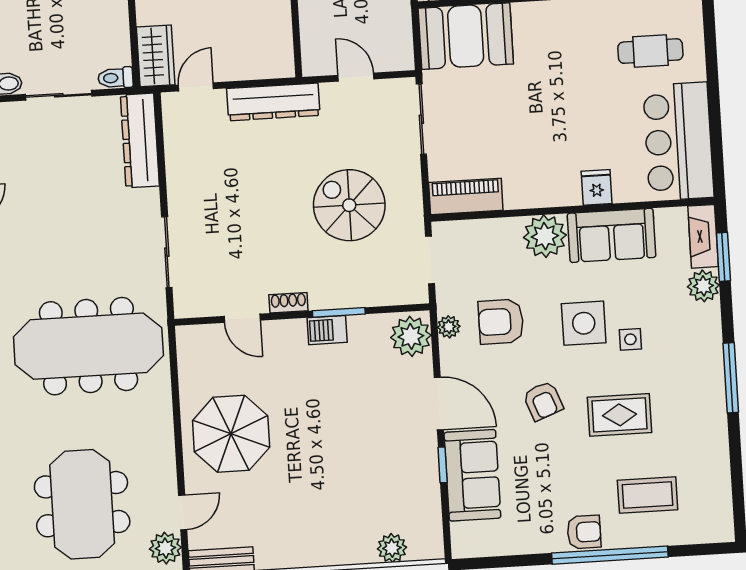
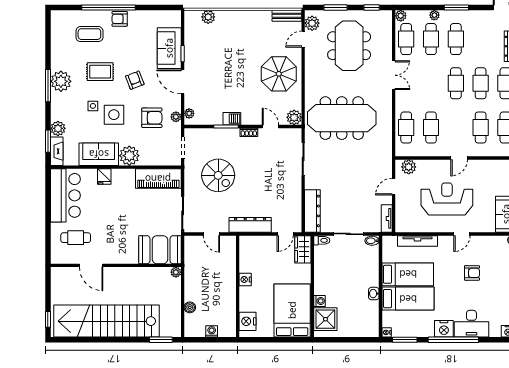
piano: (466, 196) -> (158, 179), width x1.37, depth x1.33
plant: (411, 336) -> (189, 113), width x0.53, depth x0.53
plant: (192, 341) -> (294, 117), added
plant: (703, 389) -> (61, 81), added

